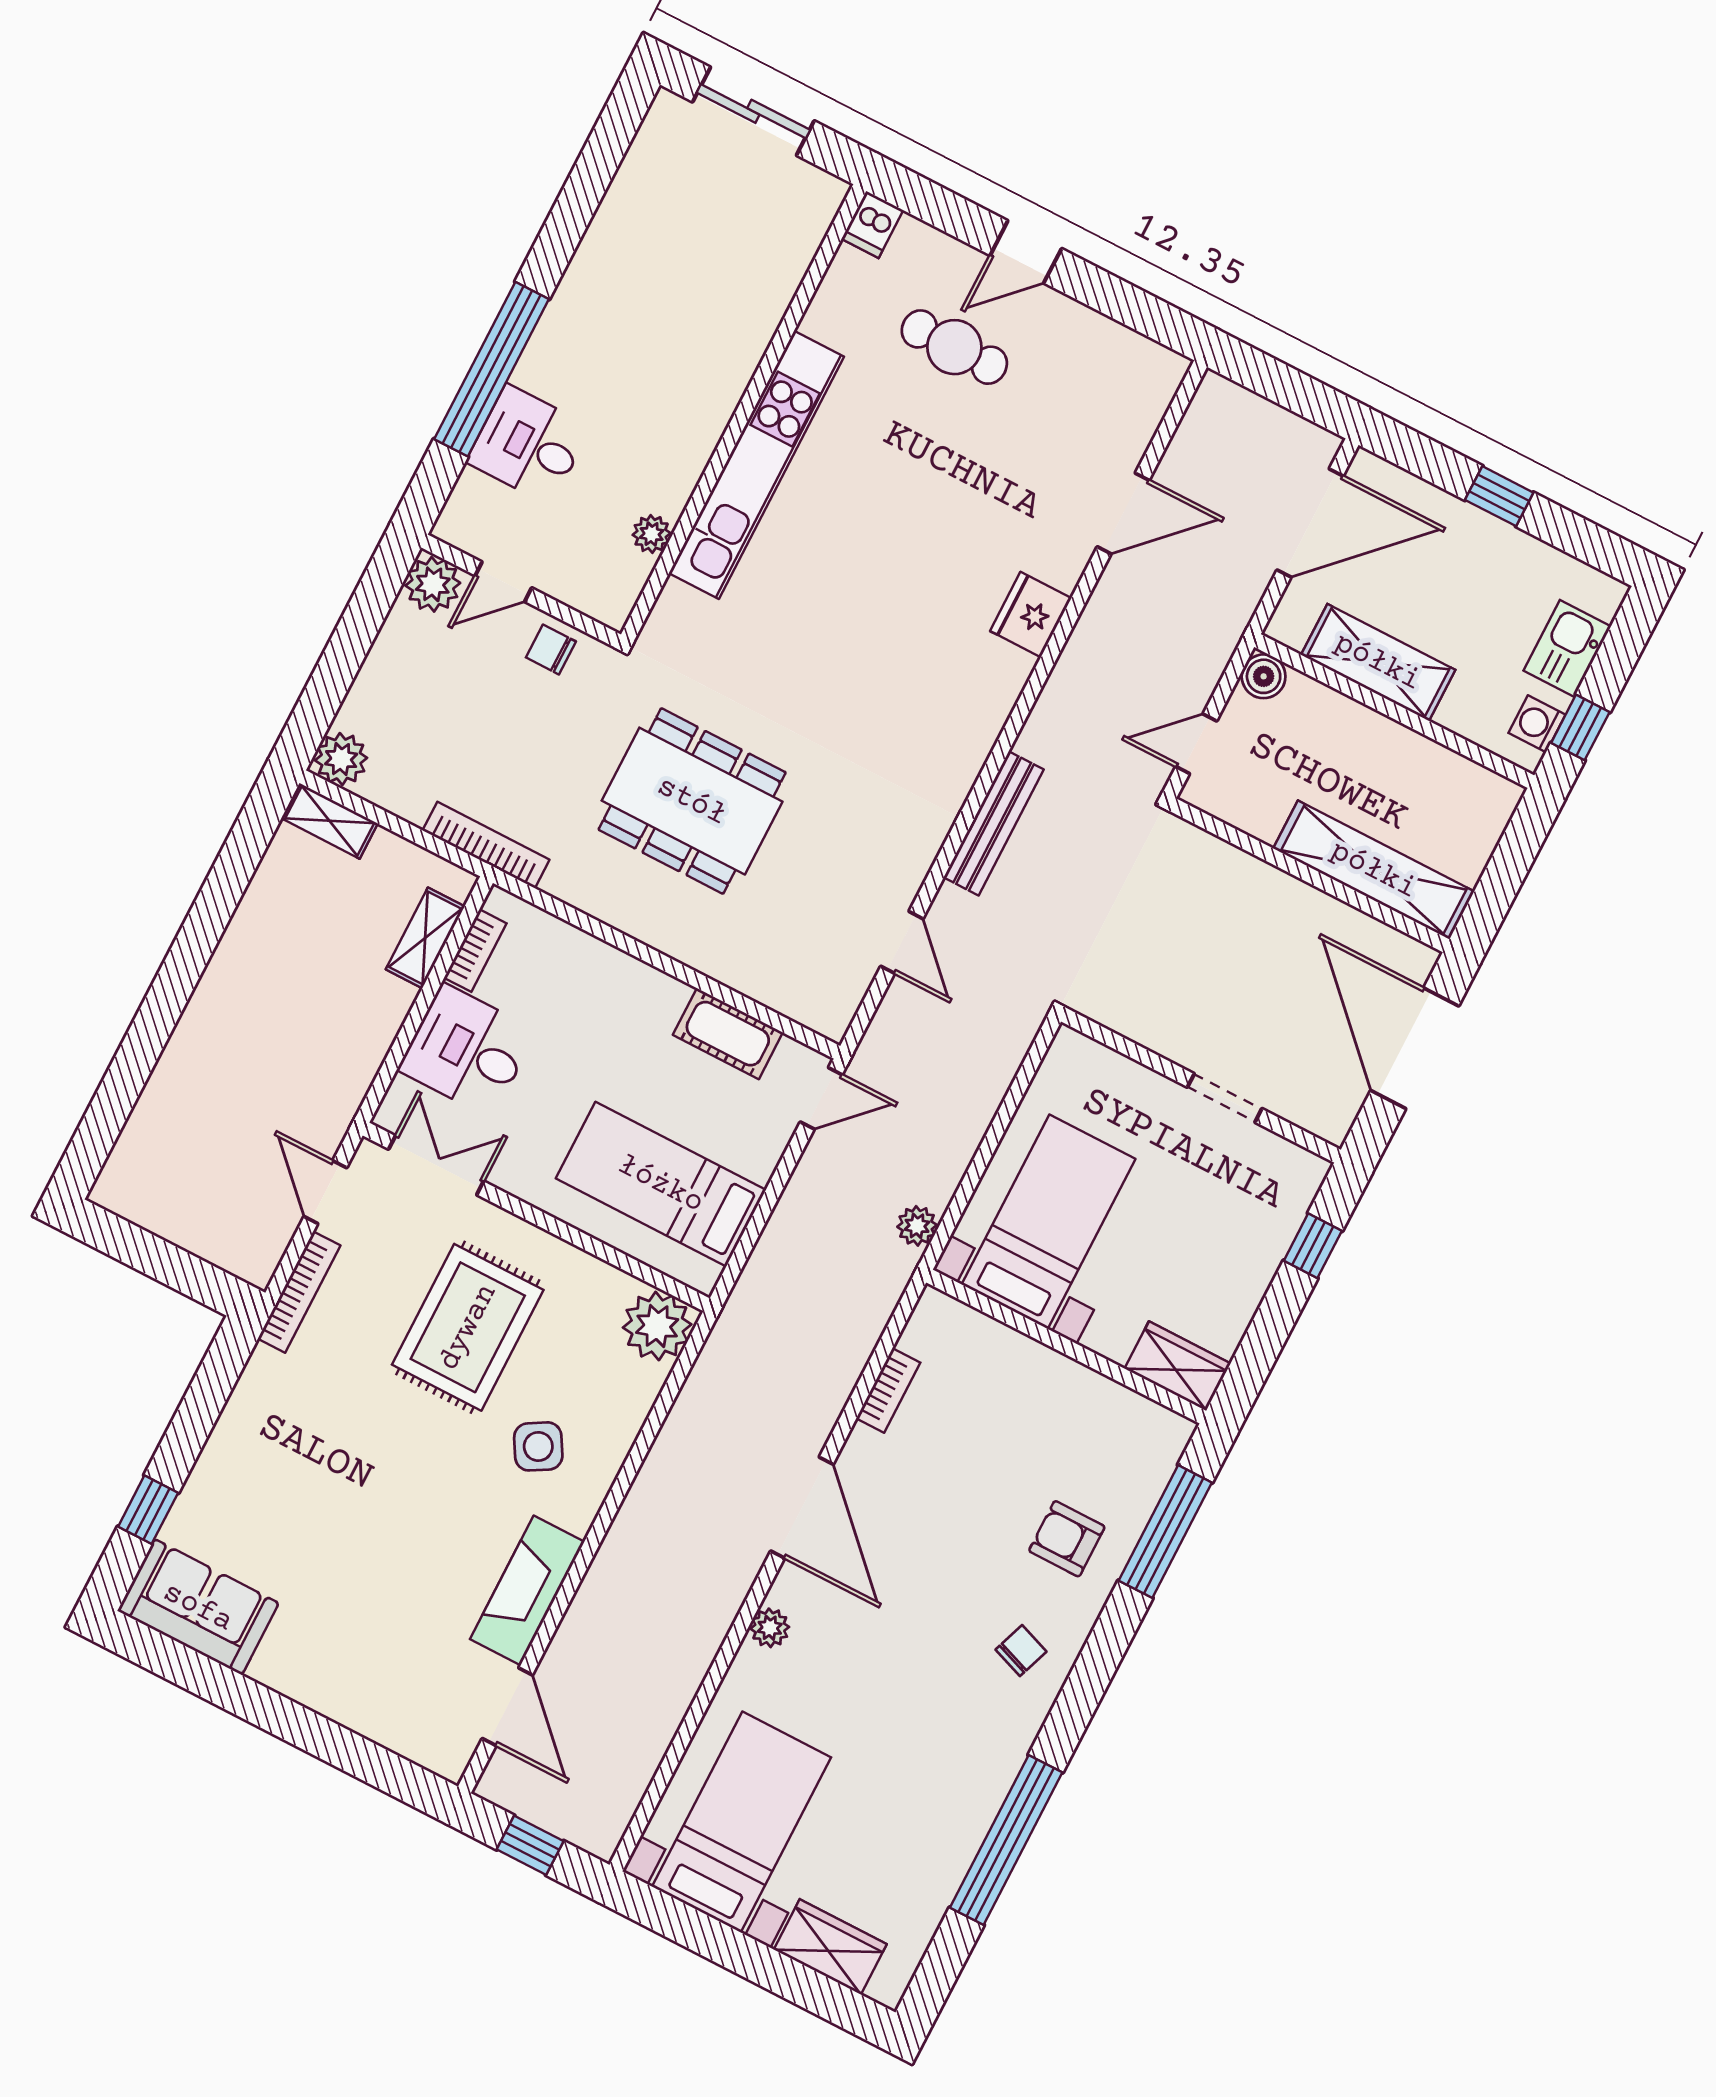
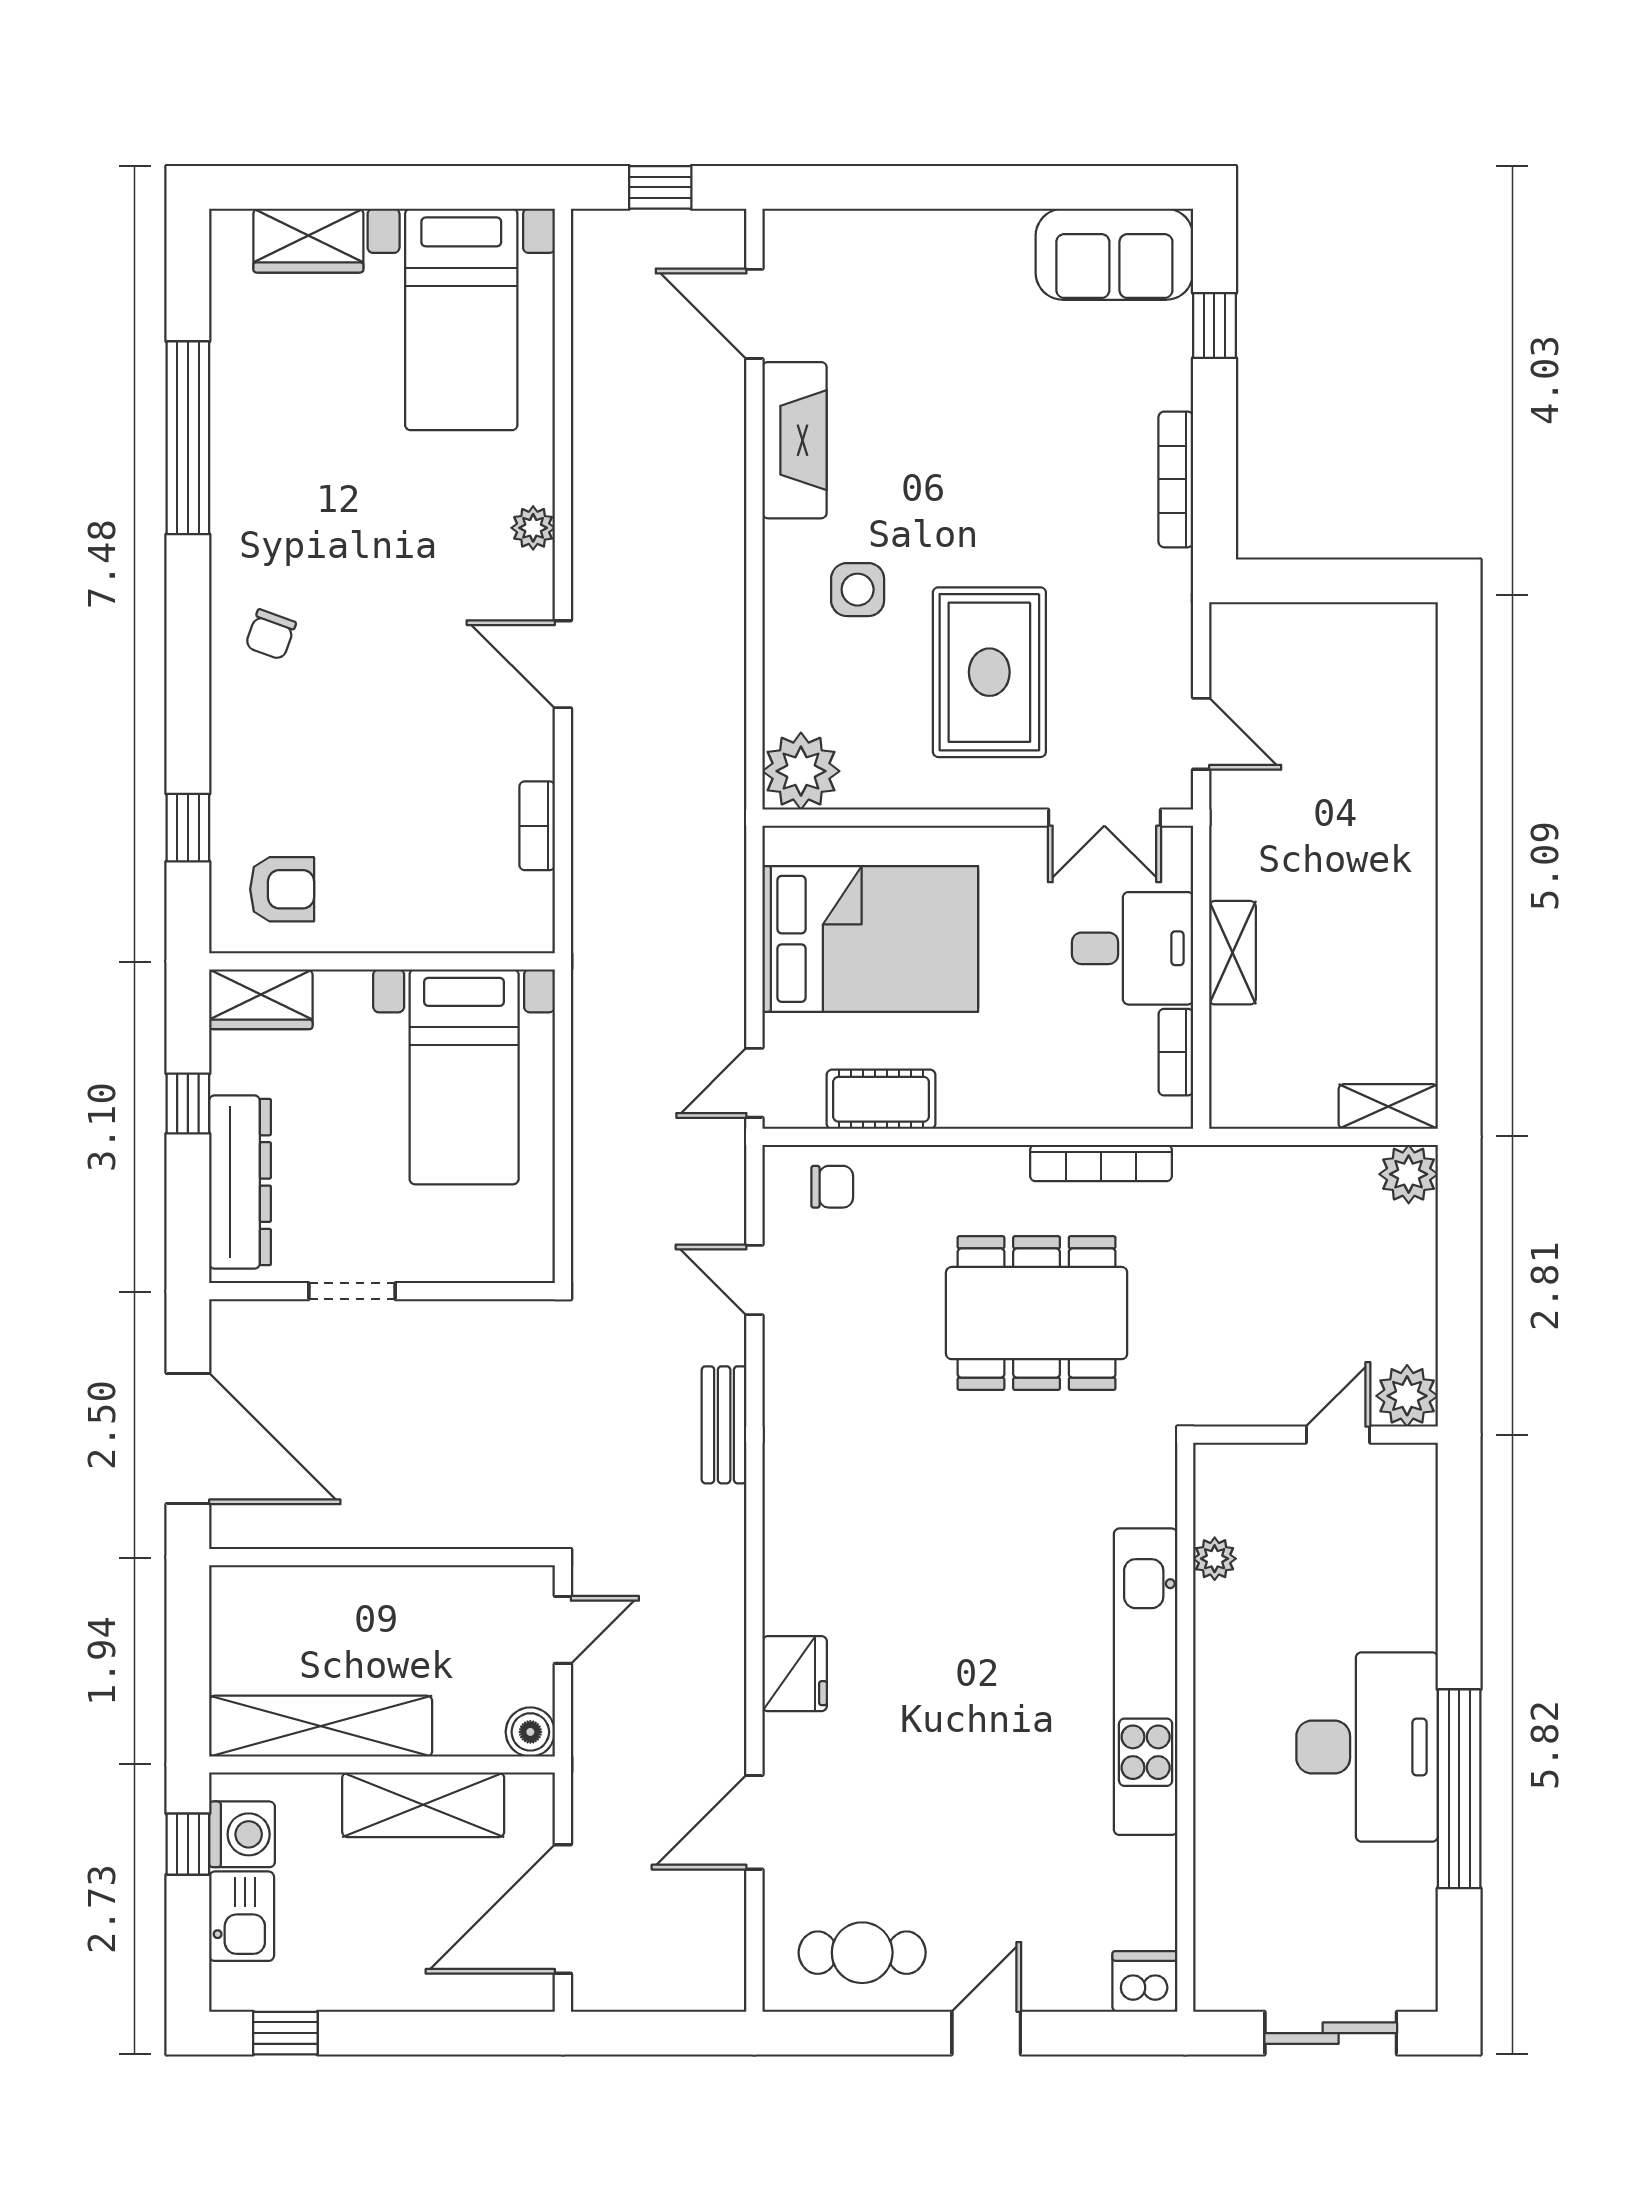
dishwasher: (872, 224) -> (1145, 1981), width x1.38
cafe table: (954, 347) -> (862, 1953), moved
window: (492, 369) -> (1459, 1789), moved
desk: (529, 445) -> (1367, 1747), moved, width x1.87, depth x1.30
window: (1499, 496) -> (285, 2033), moved
chair: (551, 649) -> (832, 1187), moved
washing machine: (1537, 724) -> (242, 1834), width x1.38, depth x1.38
bench: (994, 823) -> (724, 1425), width x0.73
bookcase: (486, 845) -> (1101, 1163), moved
shelving: (1374, 870) -> (321, 1726), moved
shelving: (425, 938) -> (1232, 953), moved
bed: (661, 1184) -> (870, 939), width x1.50
plant: (917, 1226) -> (593, 1005), removed
dresser: (1269, 1230) -> (240, 1182), added
window: (1313, 1246) -> (188, 1103), moved
bookcase: (299, 1292) -> (1176, 479), moved
side table: (538, 1446) -> (858, 590), turned 30
door: (802, 1508) -> (563, 664), width x0.73
window: (1165, 1532) -> (188, 828), width x0.46
armchair: (1067, 1539) -> (282, 889), moved

